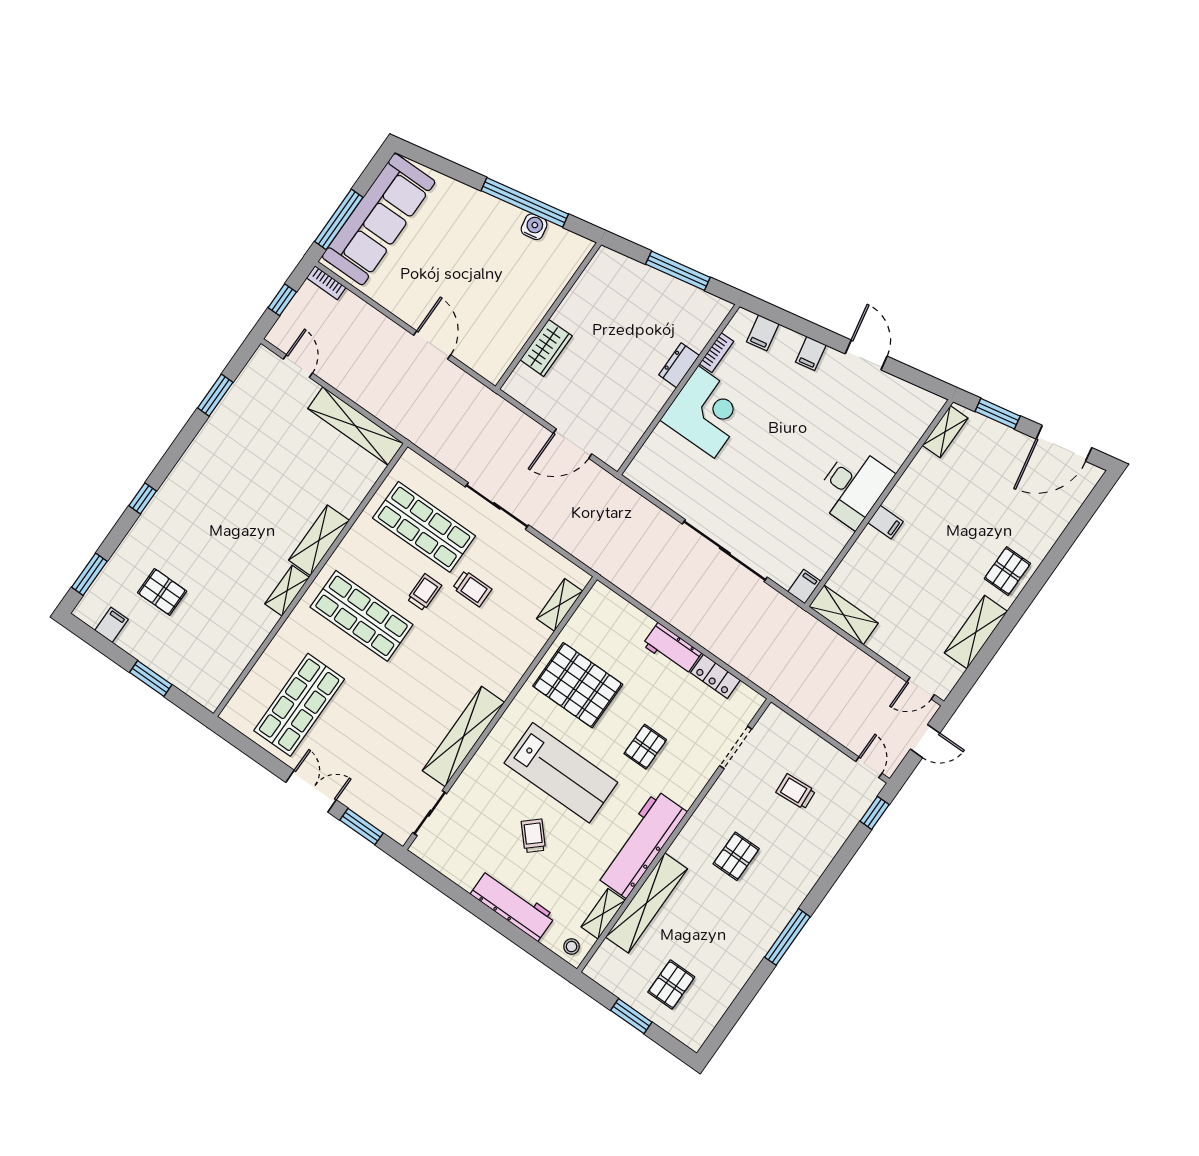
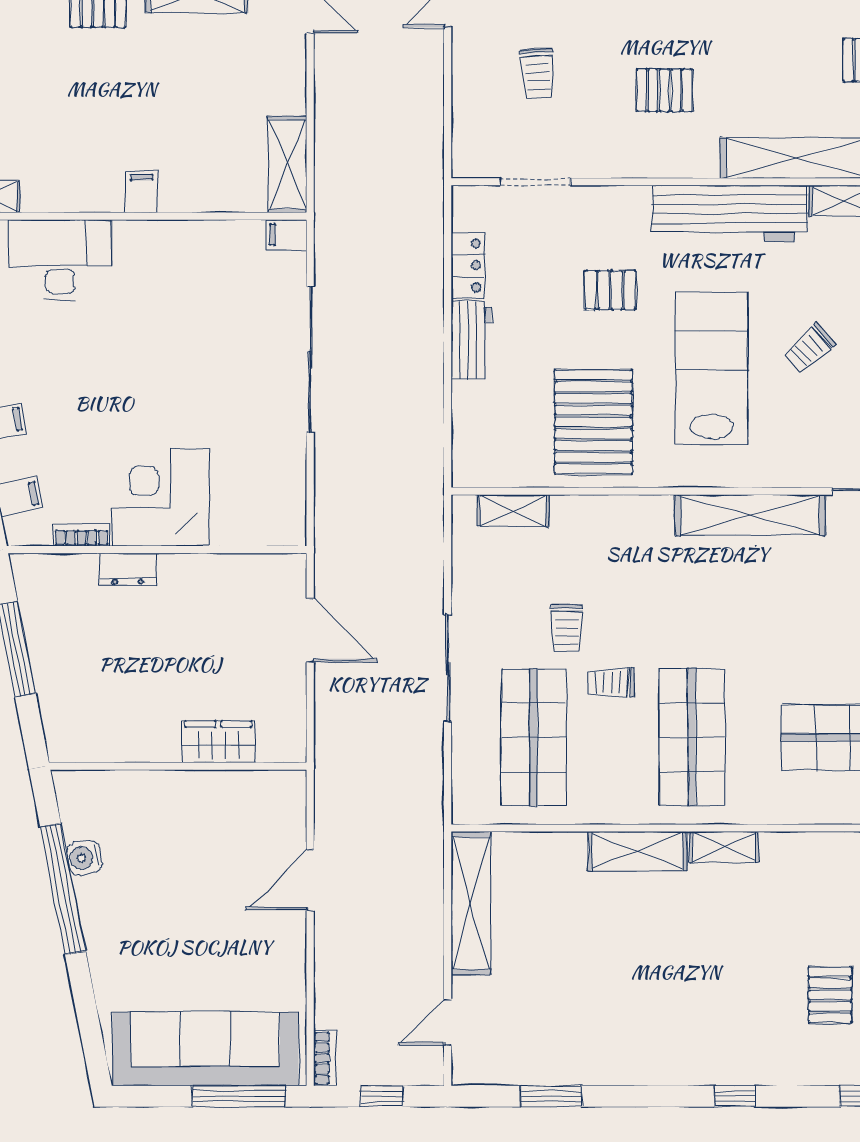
desk: (853, 487) -> (60, 260), moved
trolley: (472, 589) -> (567, 628), turned 180

